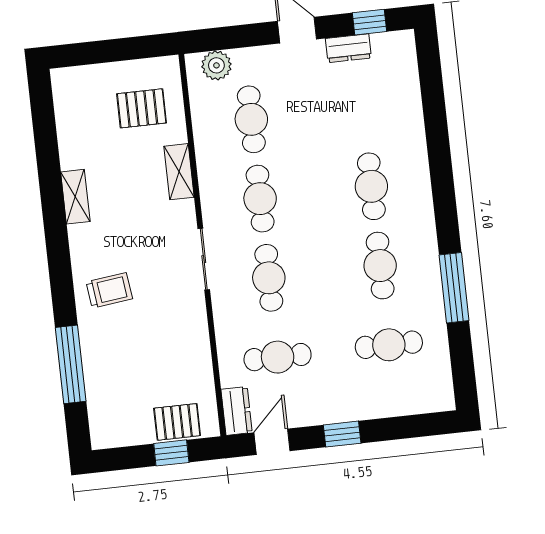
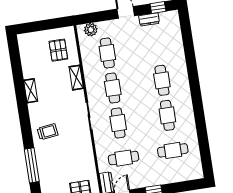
pallet: (142, 108) -> (58, 50), turned 90
window: (454, 288) -> (201, 124), removed

